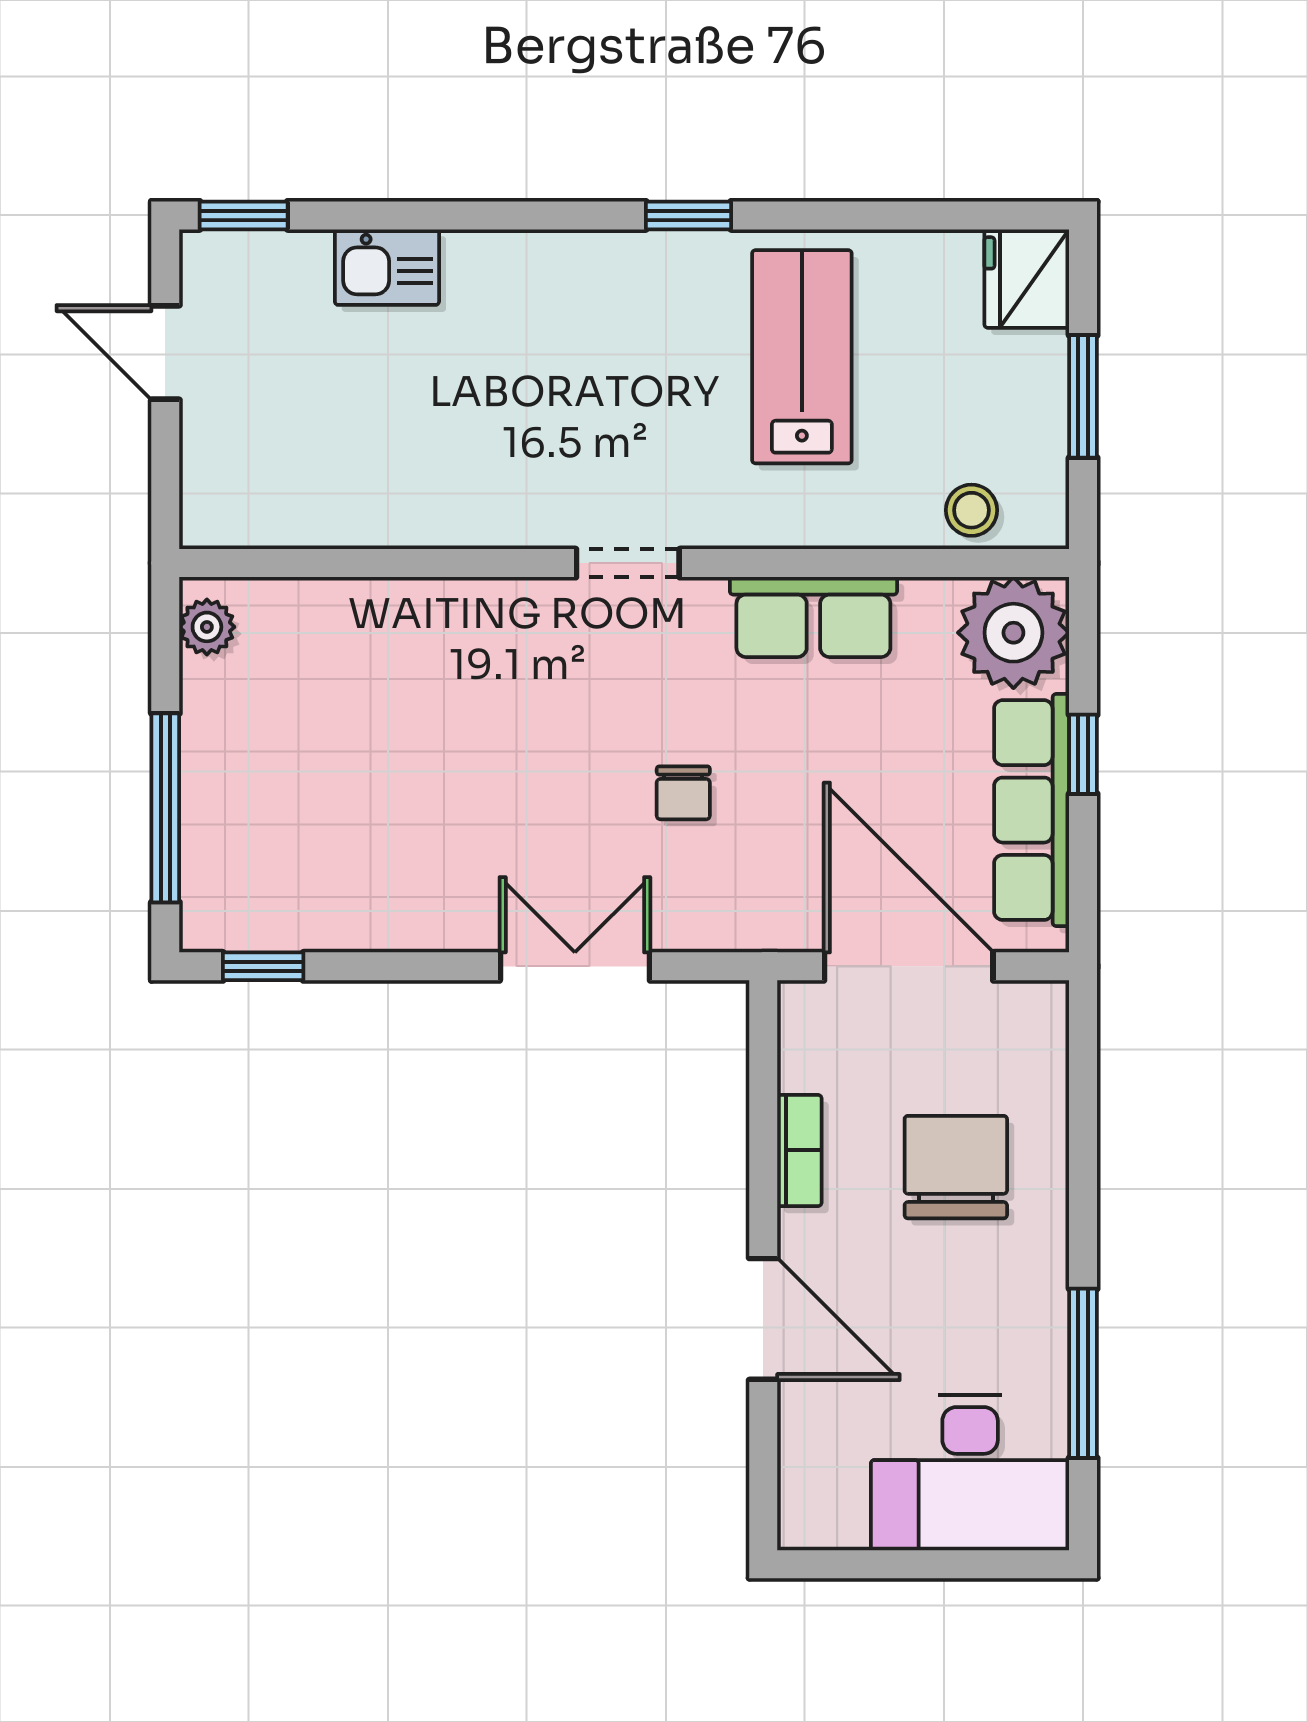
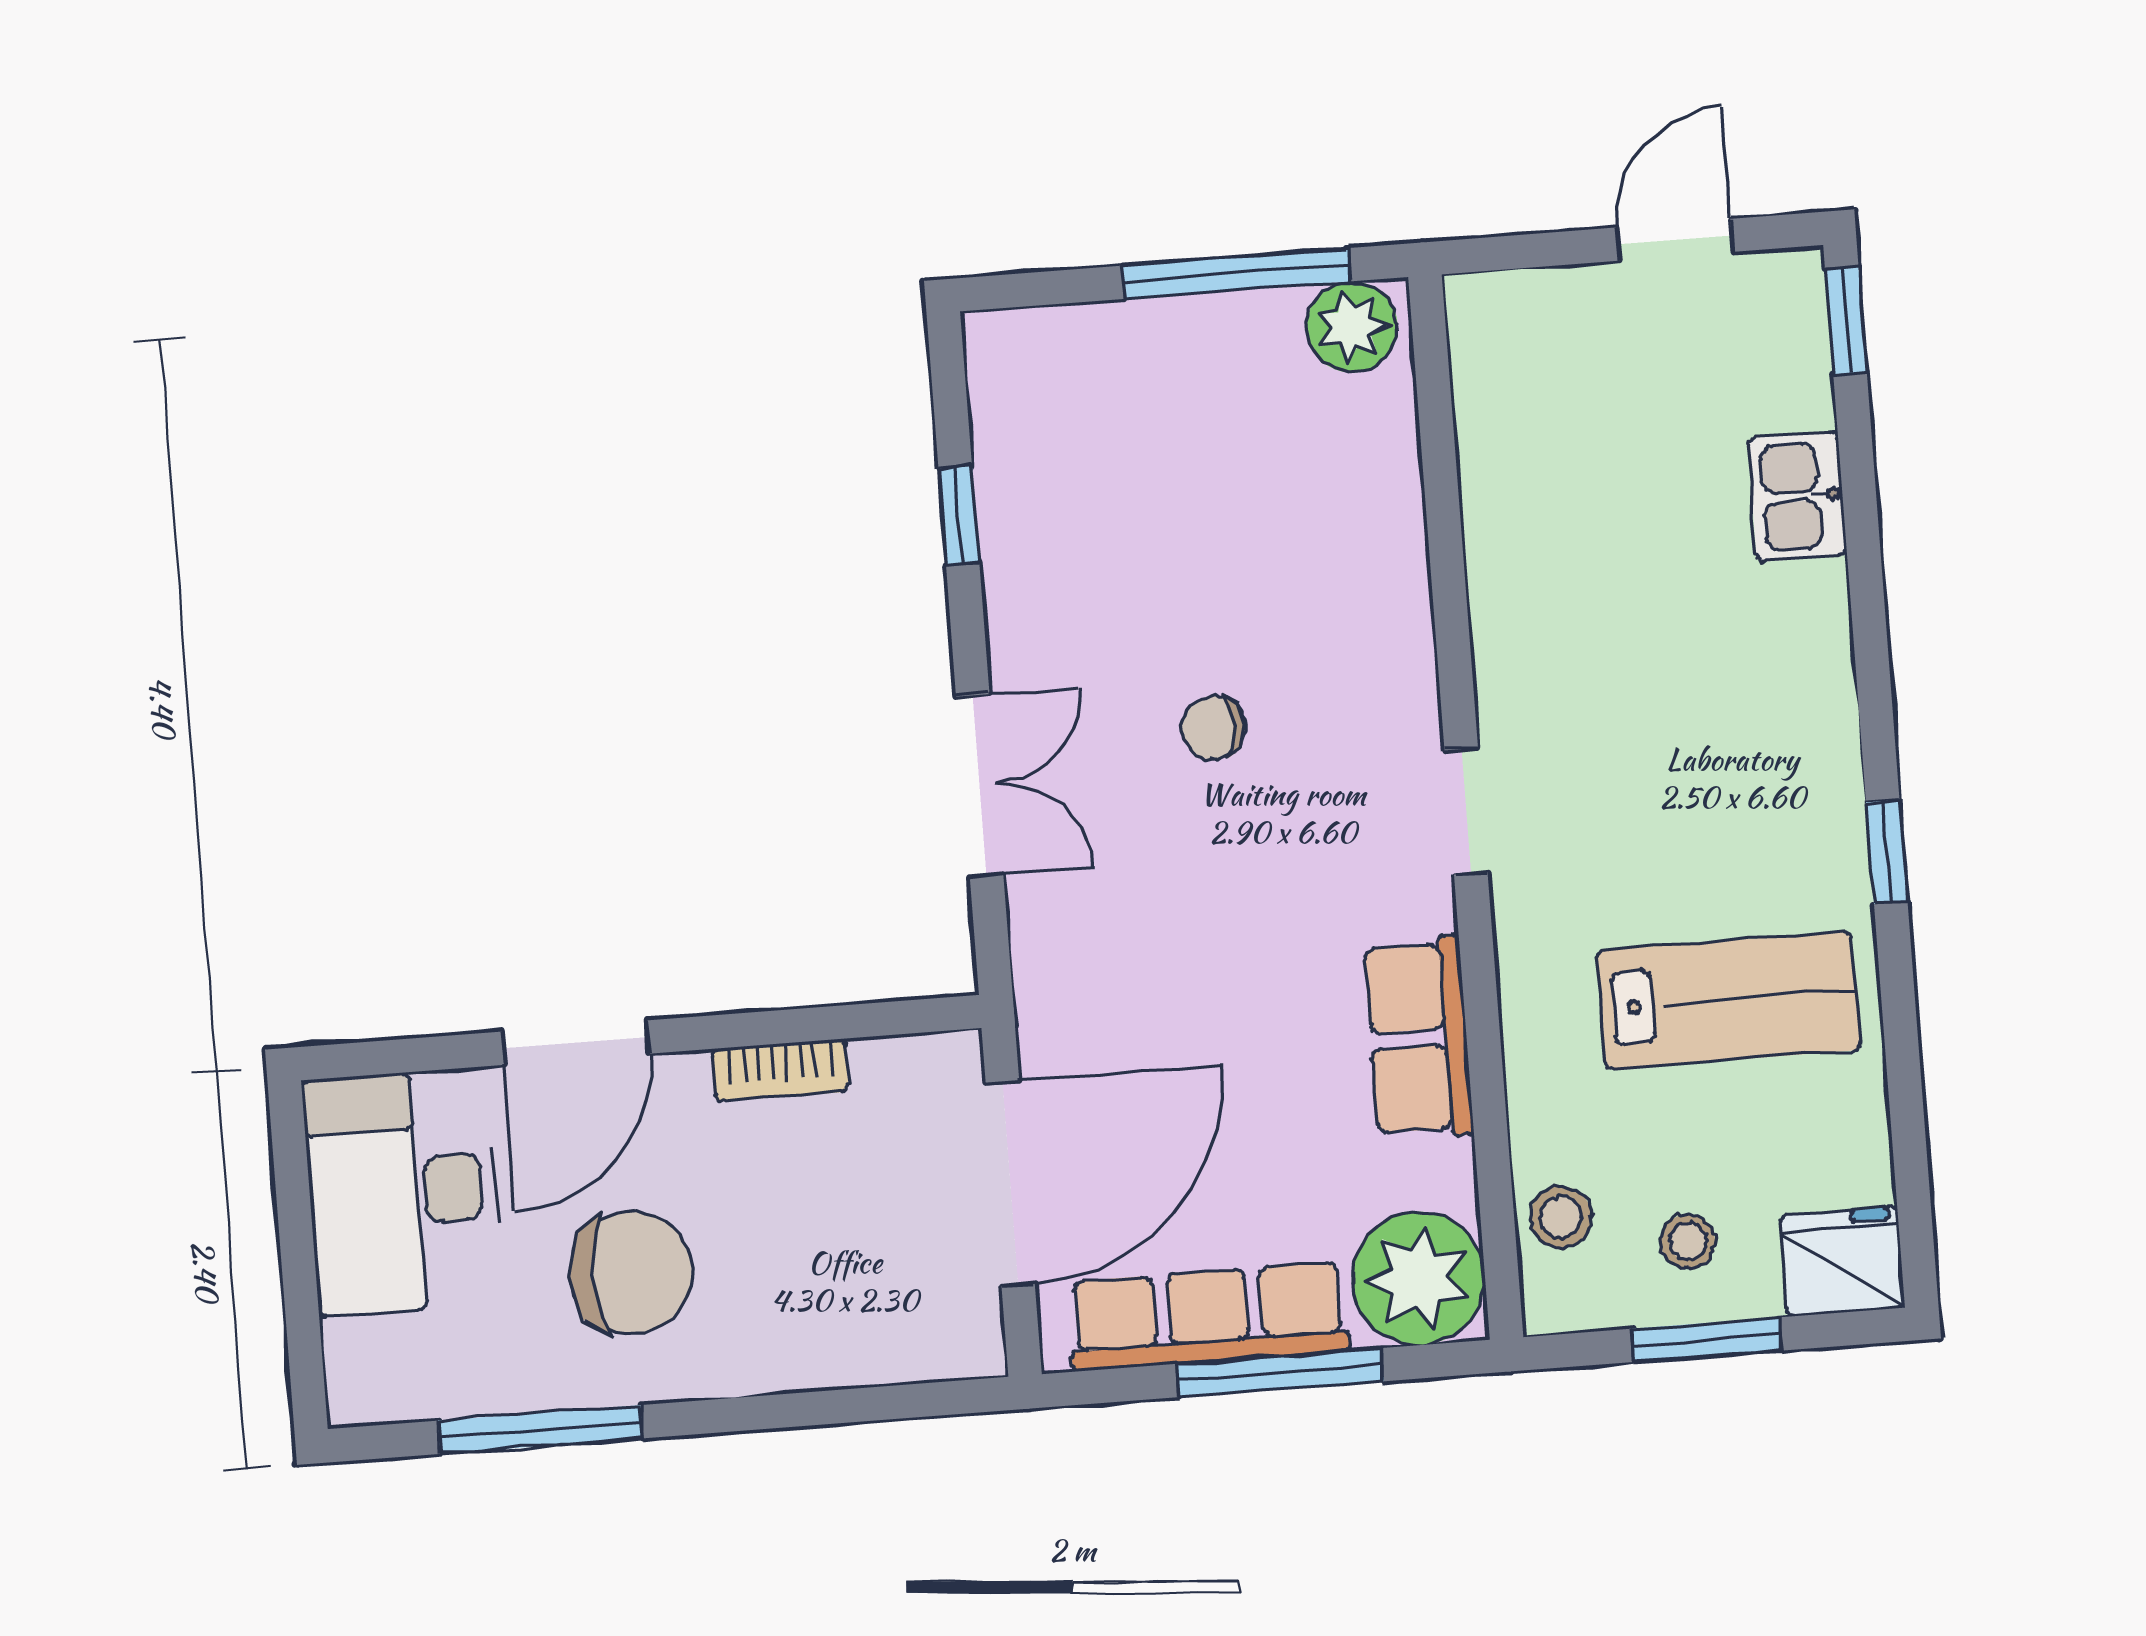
stool: (1000, 406) -> (1688, 1242), added
plant: (207, 627) -> (1352, 327), width x1.38, depth x1.38
window: (1083, 754) -> (1280, 1373), width x2.17
chair: (683, 793) -> (1213, 728), moved
window: (165, 808) -> (1236, 273), moved
window: (263, 966) -> (959, 516), moved
chair: (956, 1167) -> (631, 1272), moved
desk: (970, 1472) -> (403, 1192), moved

